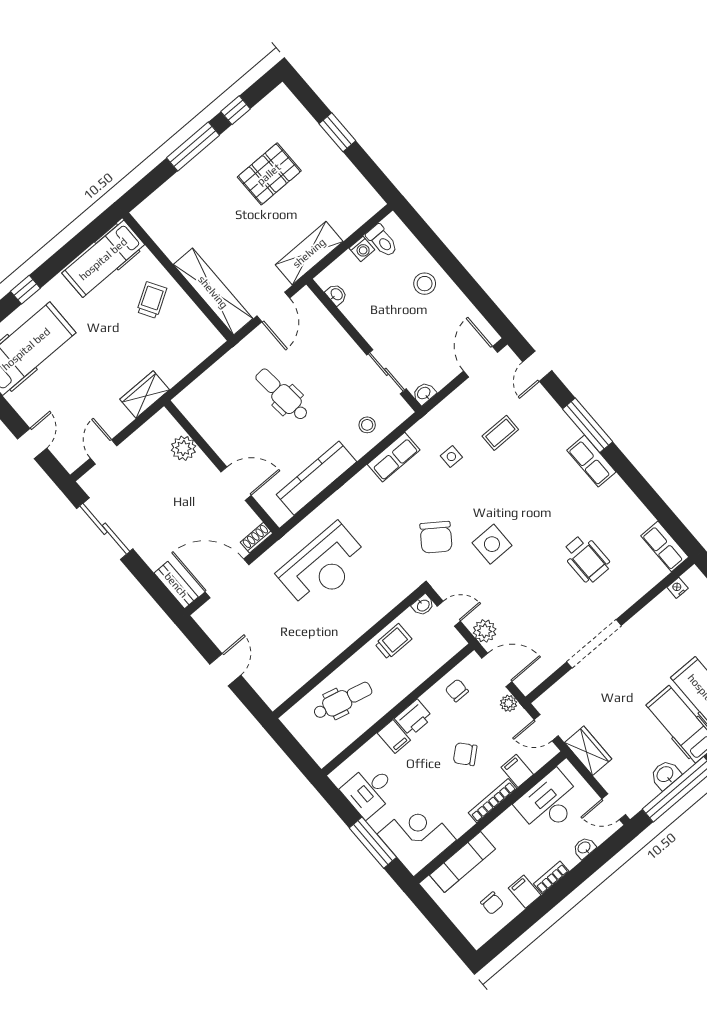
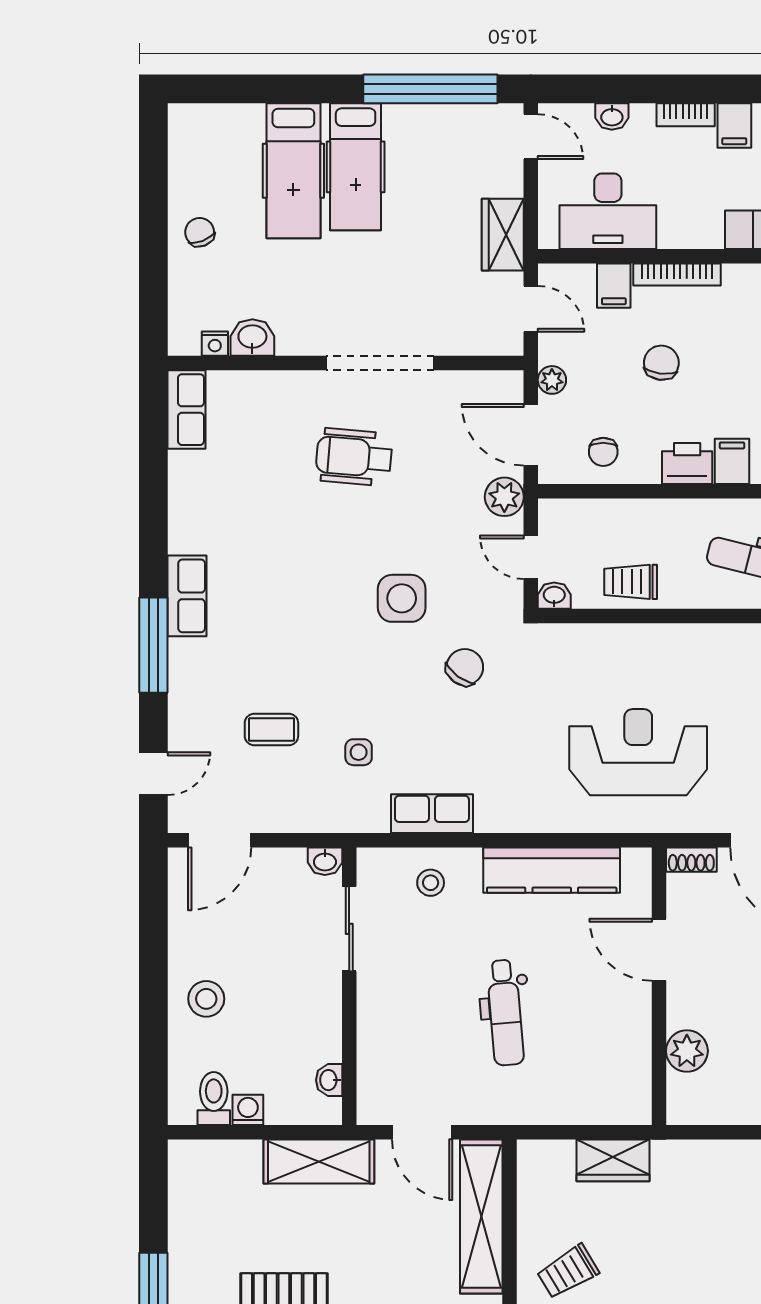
door: (273, 307) -> (422, 1132), swing flipped
wardrobe: (145, 394) -> (613, 1160), moved
chair: (436, 537) -> (465, 667), width x0.73, depth x0.73
wheelchair: (586, 559) -> (354, 457), moved, turned -85
chair: (465, 754) -> (661, 363), turned -132
washbasin: (665, 775) -> (252, 338), moved, turned 180

